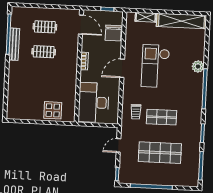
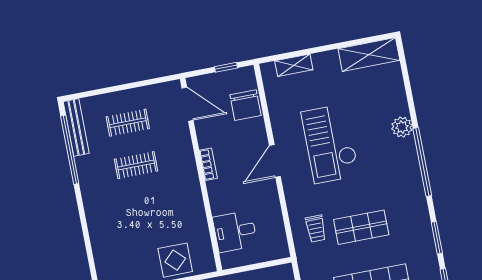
shelving: (181, 21) -> (369, 54), width x0.68
bench: (14, 44) -> (76, 127), moved
desk: (94, 102) -> (235, 231), width x0.53, depth x0.77

